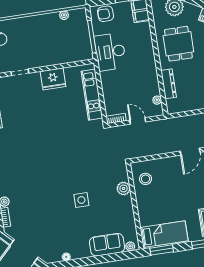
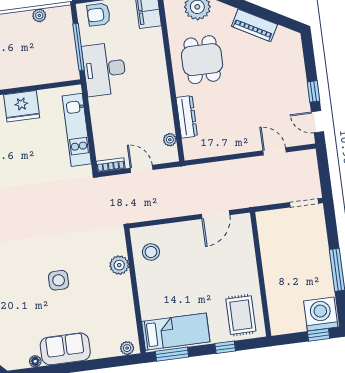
sofa: (107, 245) -> (65, 349), moved

